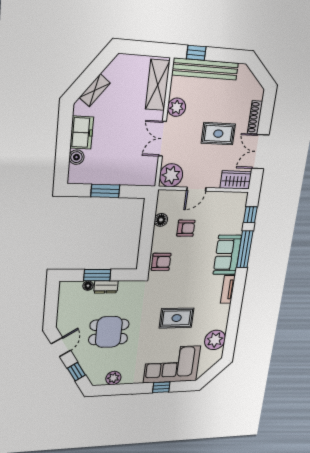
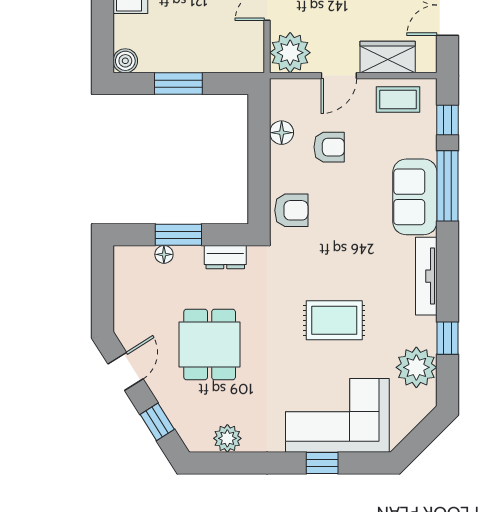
boiler: (76, 157) -> (125, 61), moved
wardrobe: (236, 180) -> (388, 57), moved
coffee table: (226, 203) -> (398, 99), added
dresser: (106, 287) -> (225, 257), moved
tv unit: (228, 289) -> (426, 276), width x1.41
window: (233, 325) -> (447, 338), added
dining table: (109, 332) -> (210, 344), turned 90

